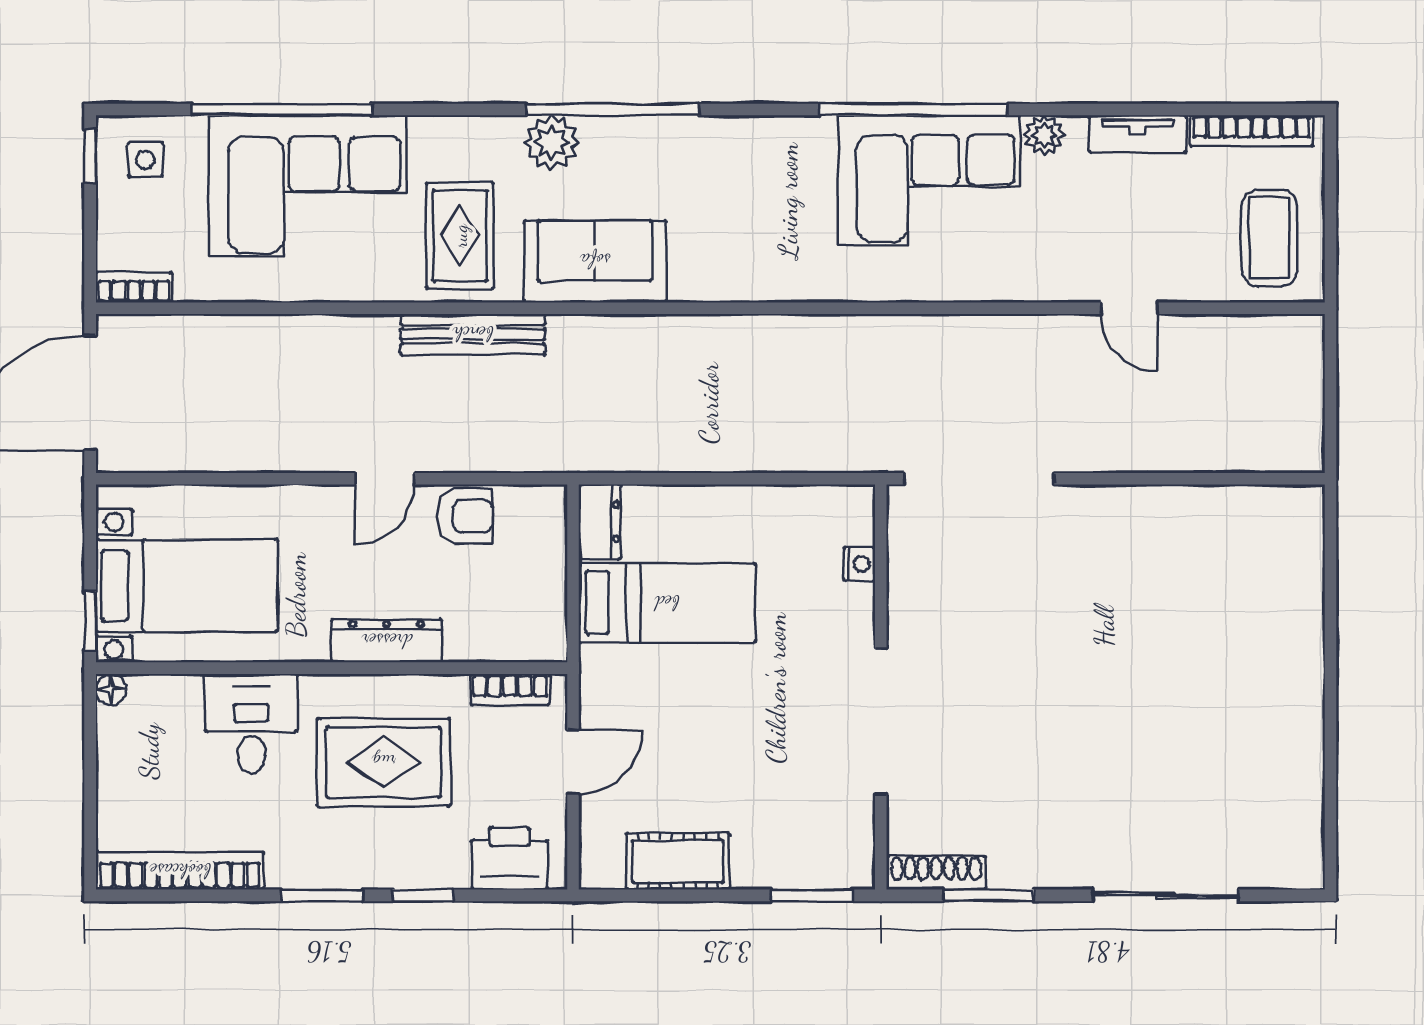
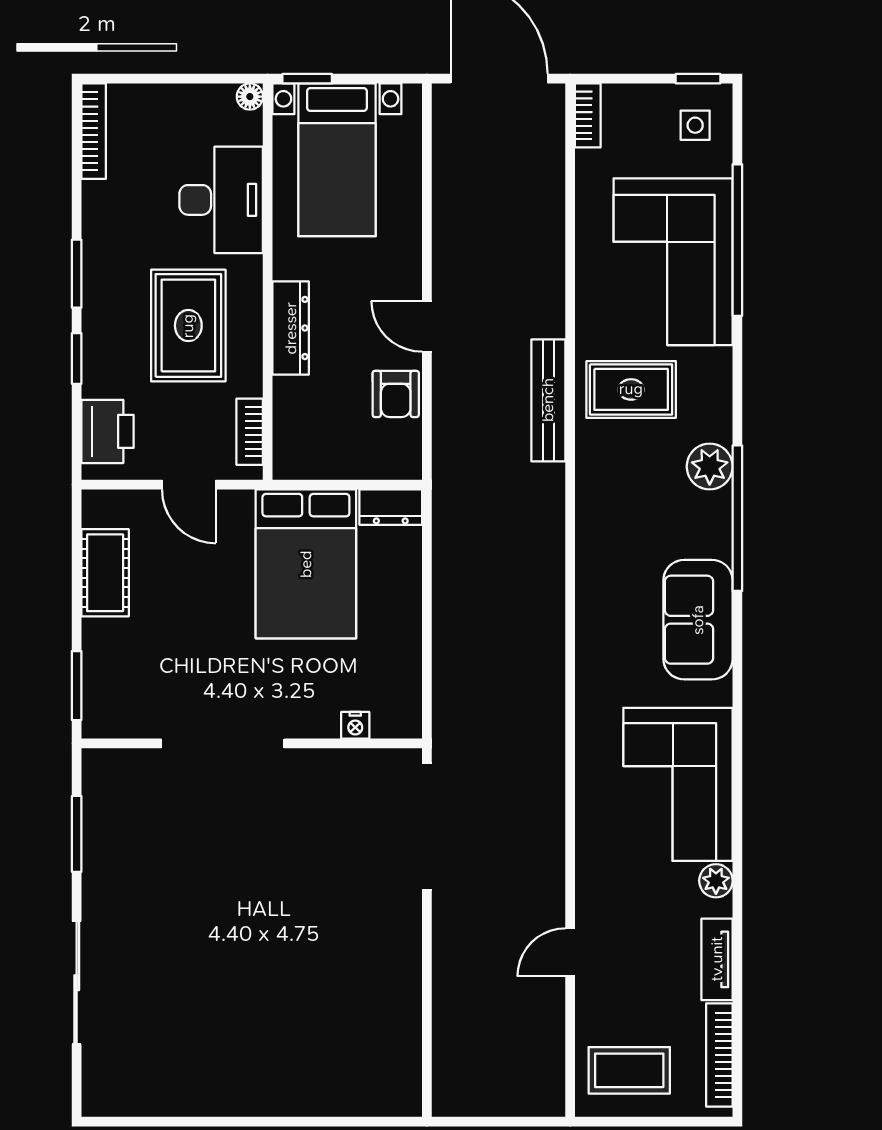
window: (914, 109) -> (737, 771), removed
sofa: (595, 261) -> (698, 620), moved, turned 180
bed: (667, 603) -> (306, 564), width x1.50
desk: (251, 723) -> (221, 200), width x1.37
bookcase: (180, 871) -> (94, 131), width x0.68, depth x0.76
shoe rack: (936, 873) -> (96, 790), removed

